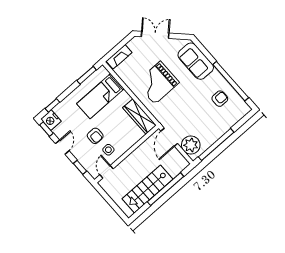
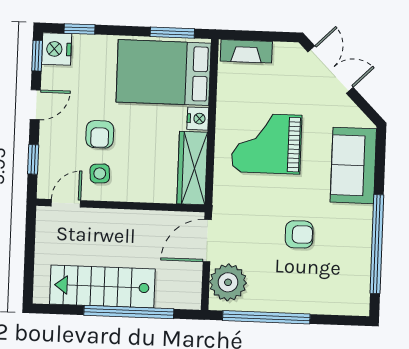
bed: (100, 96) -> (164, 73), width x1.50
nightstand: (125, 97) -> (198, 119), added
armchair: (220, 99) -> (299, 234), moved

